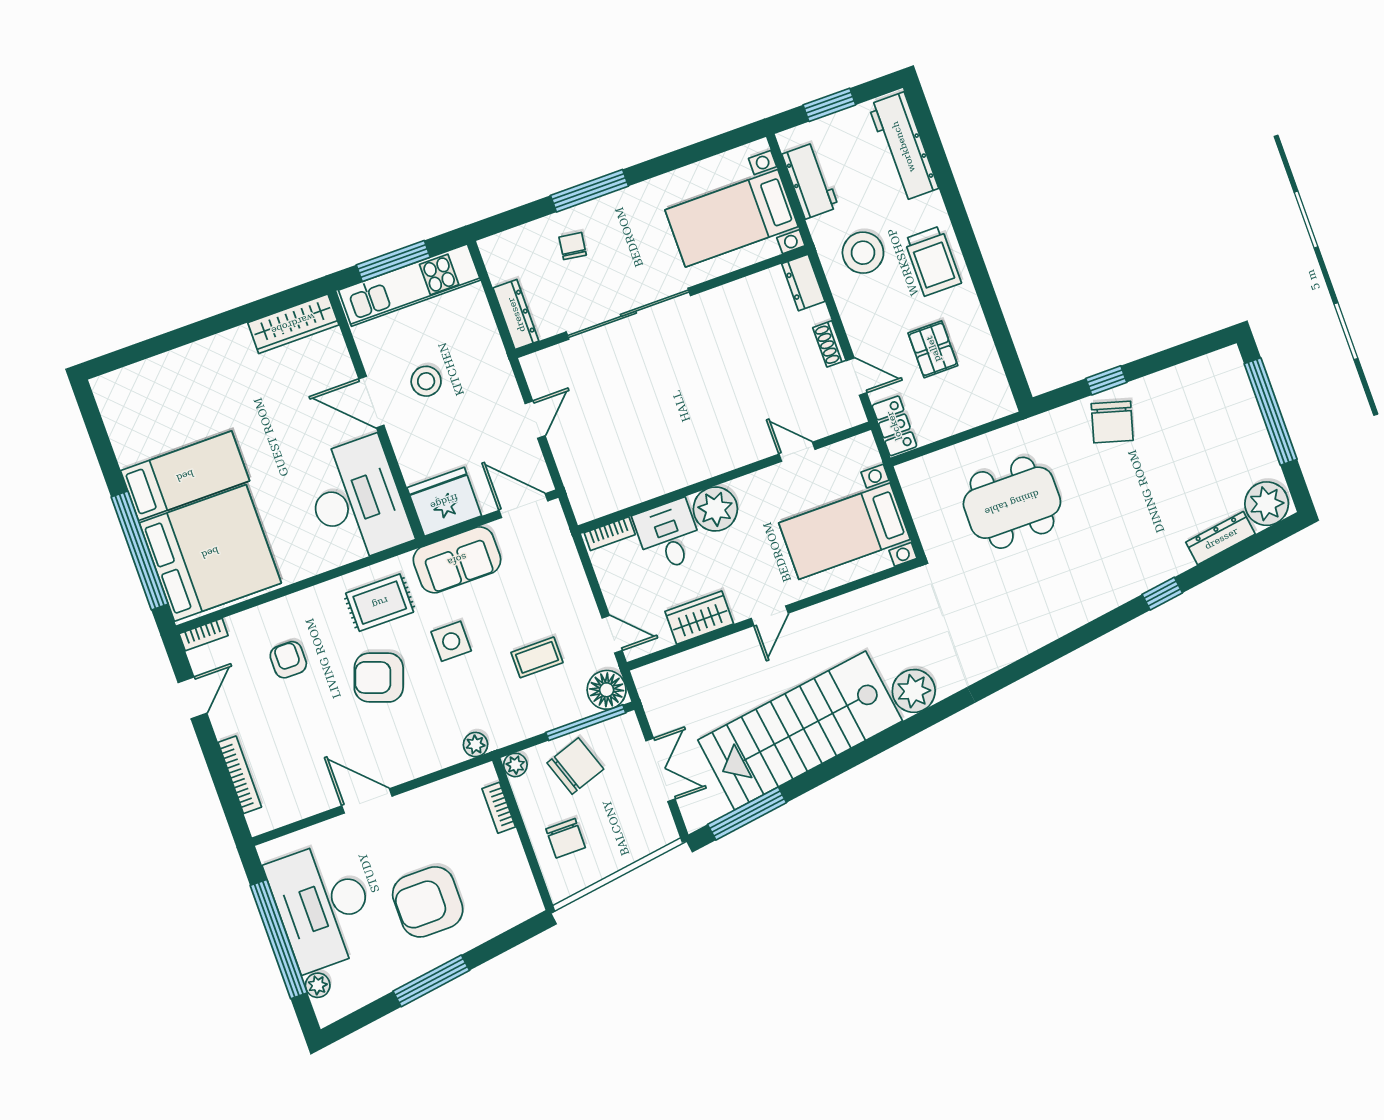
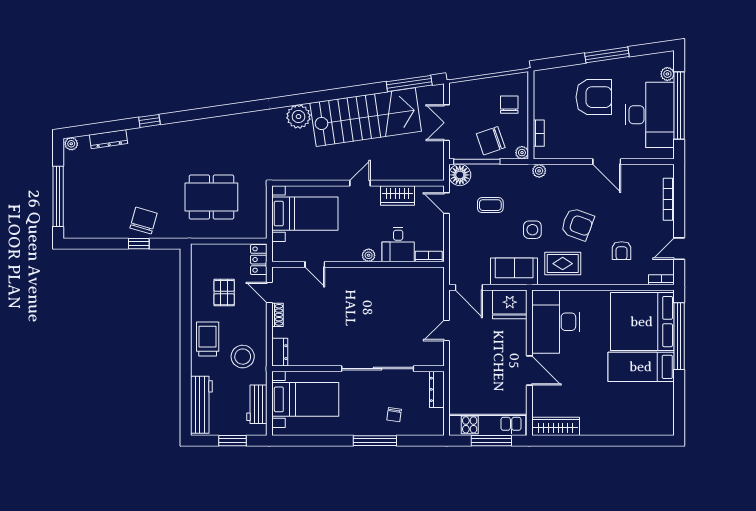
stool: (426, 381) -> (497, 371), removed
plant: (1267, 504) -> (71, 144), width x0.53, depth x0.53
plant: (715, 509) -> (369, 255), width x0.53, depth x0.53

